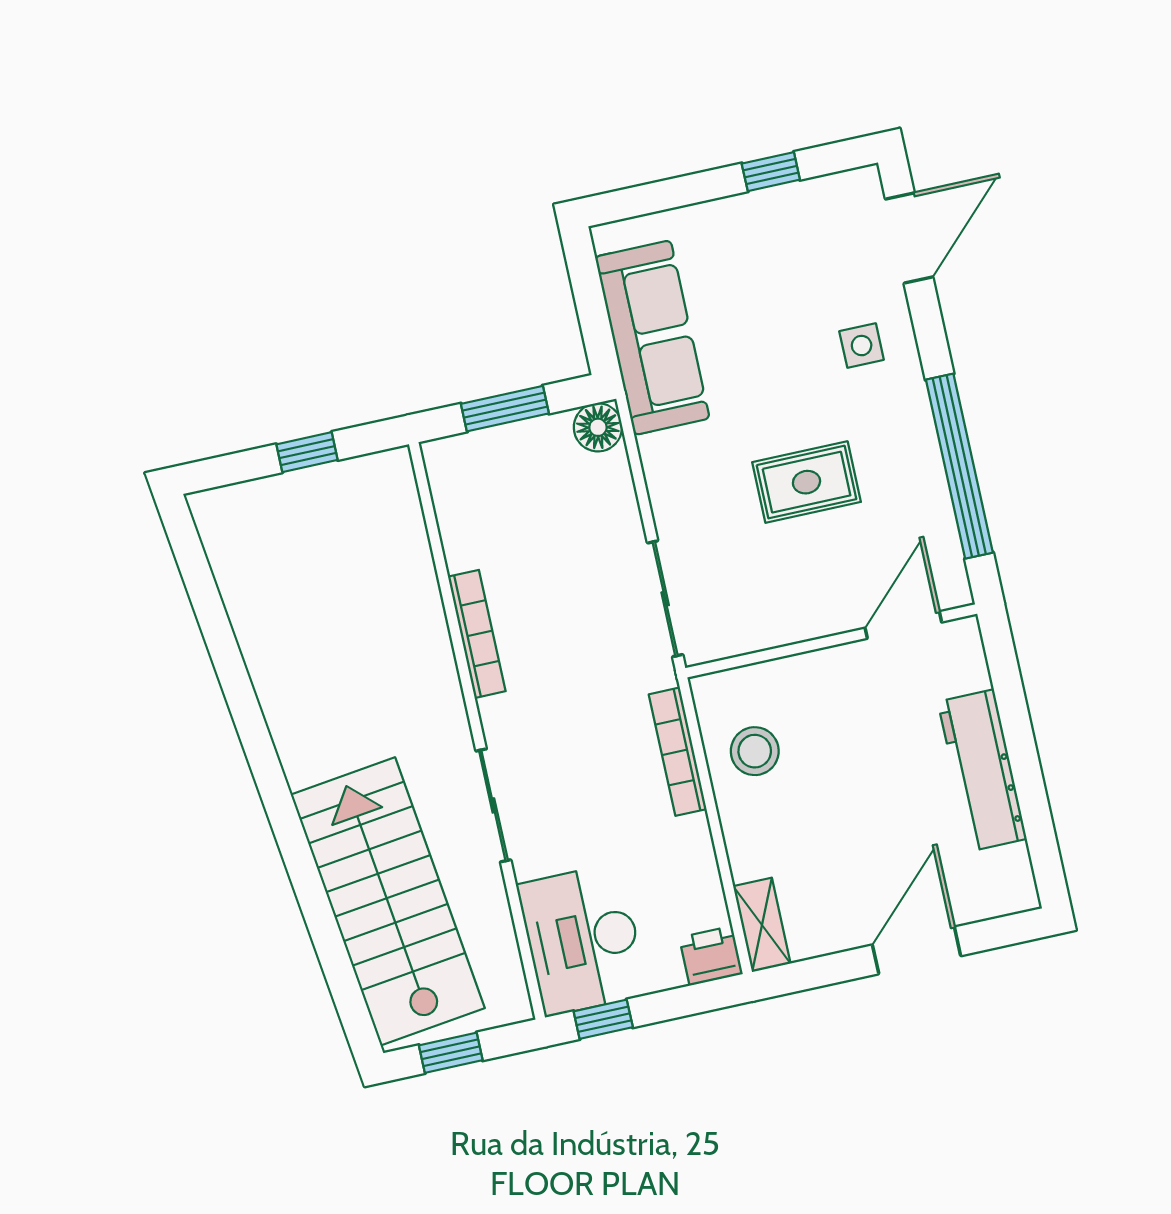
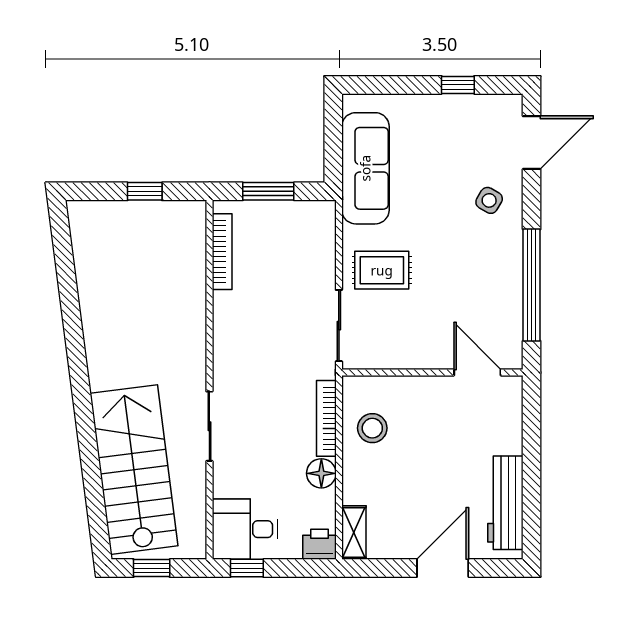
side table: (862, 346) -> (489, 200), turned 30
floor lamp: (598, 427) -> (321, 473), moved
rug: (806, 482) -> (382, 270), moved
door: (903, 625) -> (477, 372), hinge flipped
bookcase: (477, 634) -> (222, 252), moved
workbench: (982, 770) -> (505, 503), moved
desk: (582, 940) -> (245, 529), width x0.73

